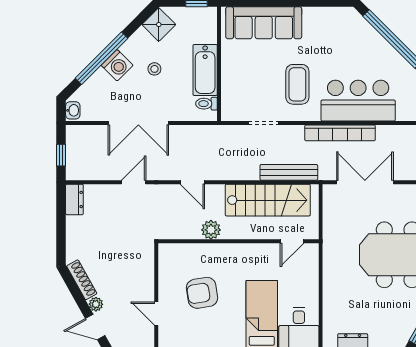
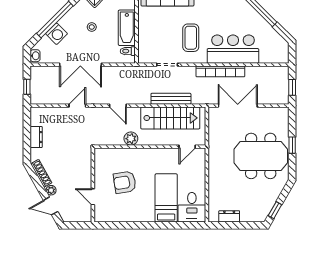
washing machine: (117, 65) -> (57, 34), moved
bench: (289, 172) -> (171, 99), moved
dresser: (74, 199) -> (36, 137), moved

